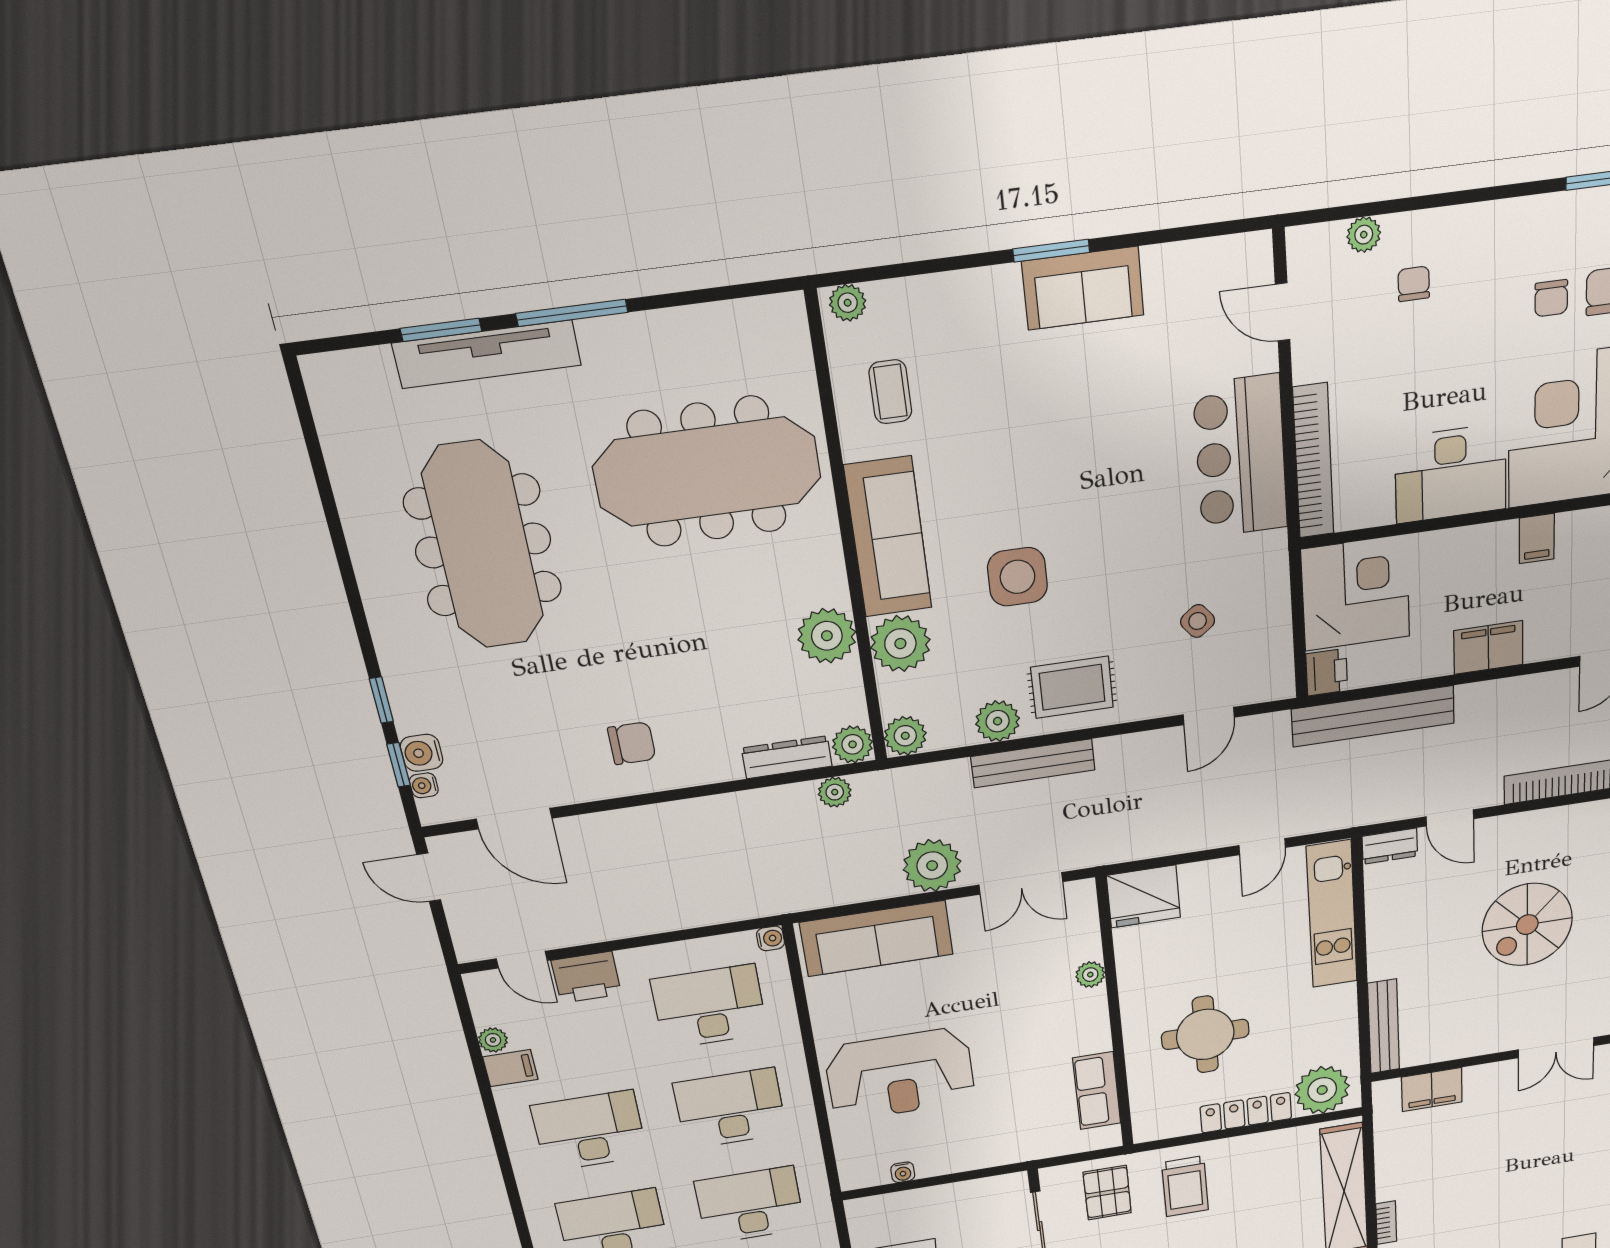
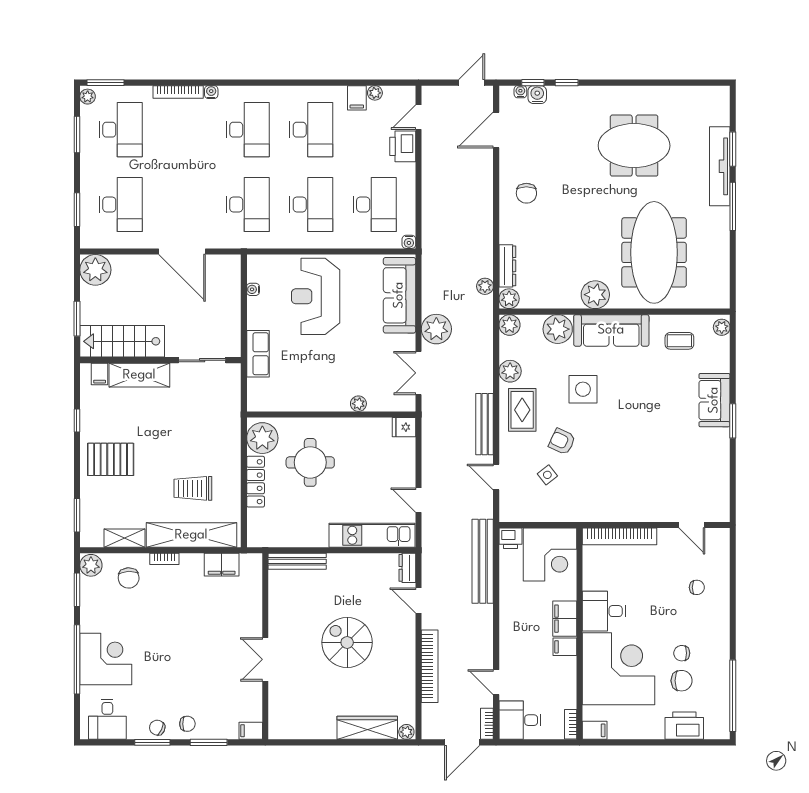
plant: (1364, 235) -> (722, 564), removed
sofa: (1083, 288) -> (714, 400), moved
door: (1283, 312) -> (692, 525), swing flipped
bar counter: (1241, 457) -> (627, 501), removed
desk: (1451, 474) -> (604, 611), width x0.73
meeting table: (483, 546) -> (634, 146), width x0.73
armchair: (1128, 602) -> (562, 441), added
plant: (827, 636) -> (595, 295), moved
filing cabinet: (1488, 648) -> (565, 619), moved, turned 180
bench: (1033, 763) -> (485, 424), moved
door: (1450, 818) -> (418, 601), hinge flipped
fridge: (1144, 896) -> (404, 427), width x0.53, depth x0.75
plant: (1322, 1090) -> (262, 438), moved
filing cabinet: (1432, 1090) -> (222, 565), moved, turned -90
row of seats: (1097, 1091) -> (258, 354), moved, turned 90
trolley: (1185, 1186) -> (193, 488), moved
pallet: (1107, 1193) -> (217, 400), removed

